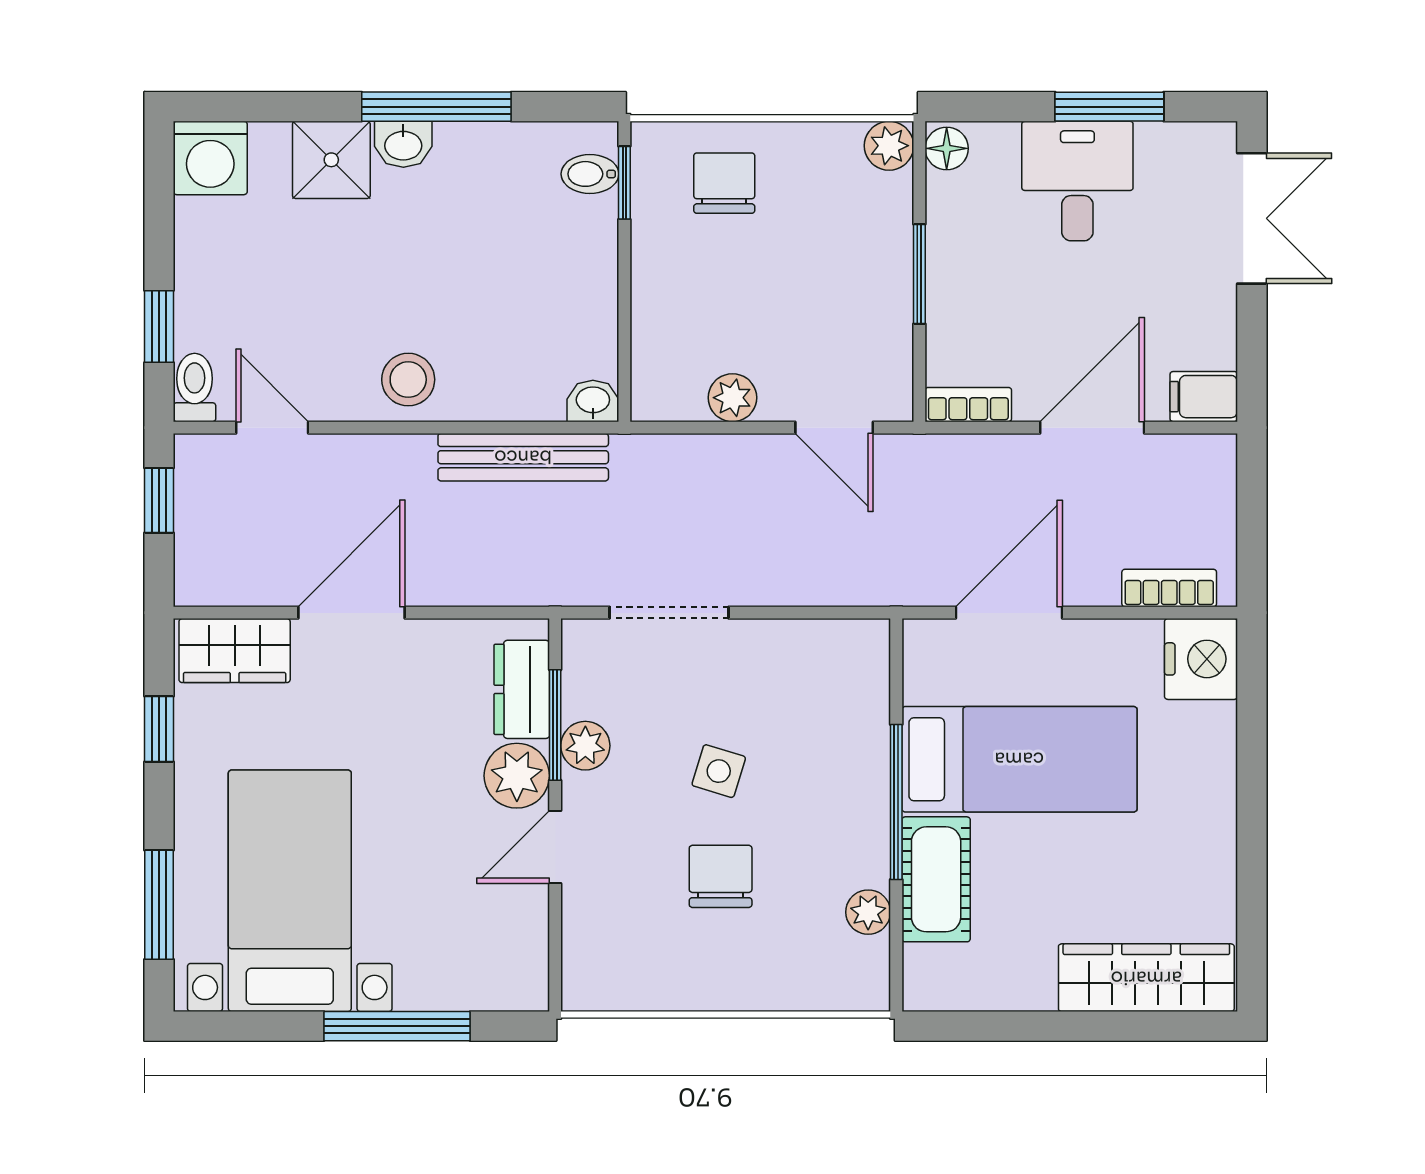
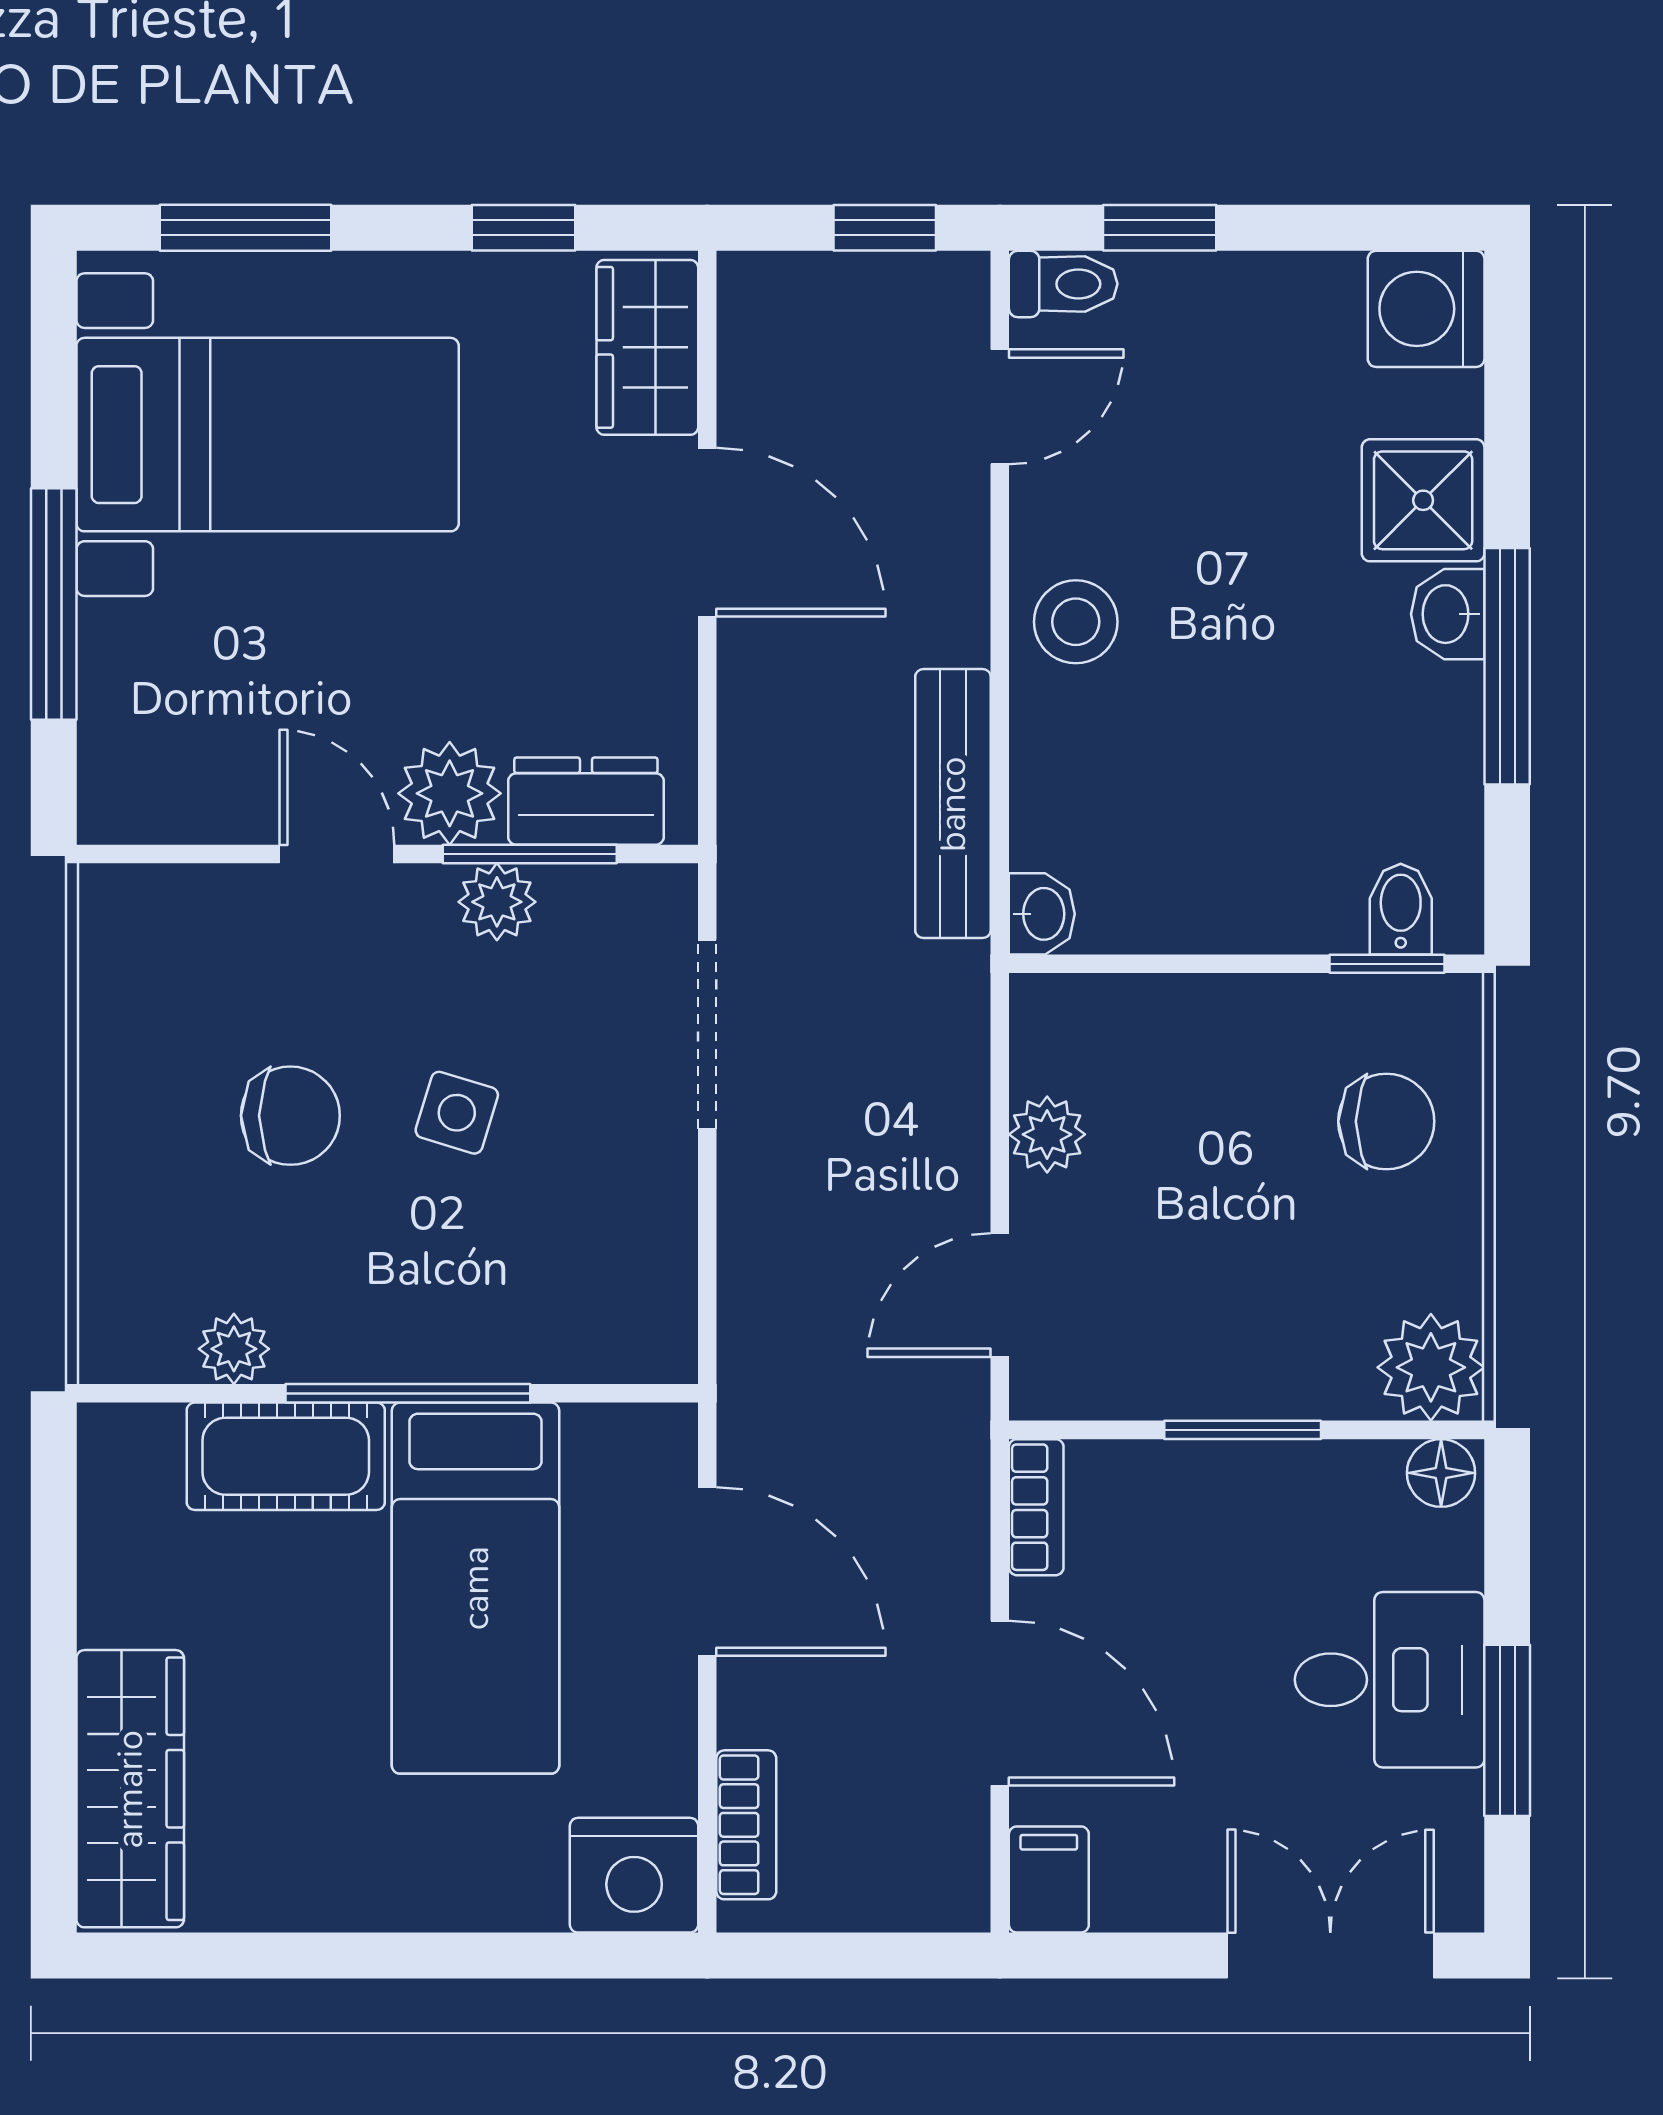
plant: (889, 146) -> (1431, 1367), width x1.38, depth x1.38
double door: (1252, 218) -> (1330, 1956), swing flipped

